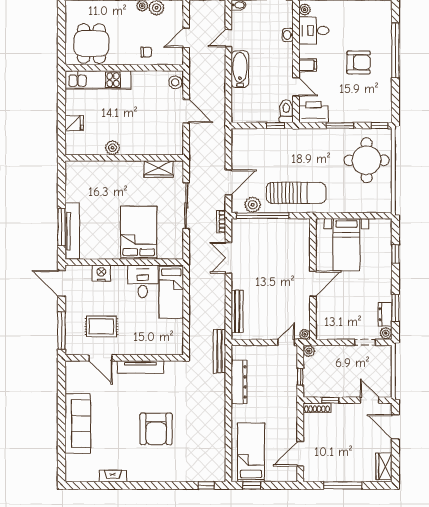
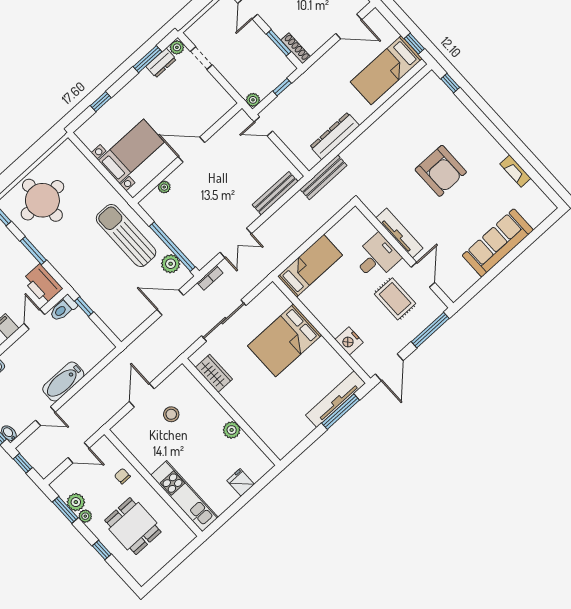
dining table: (91, 43) -> (133, 526), moved, turned 90
stool: (175, 82) -> (171, 414), moved
desk: (143, 281) -> (377, 257), moved, turned 180
plant: (305, 334) -> (164, 187), moved
window: (330, 400) -> (279, 43), width x1.50
armchair: (156, 429) -> (441, 171), turned 90

